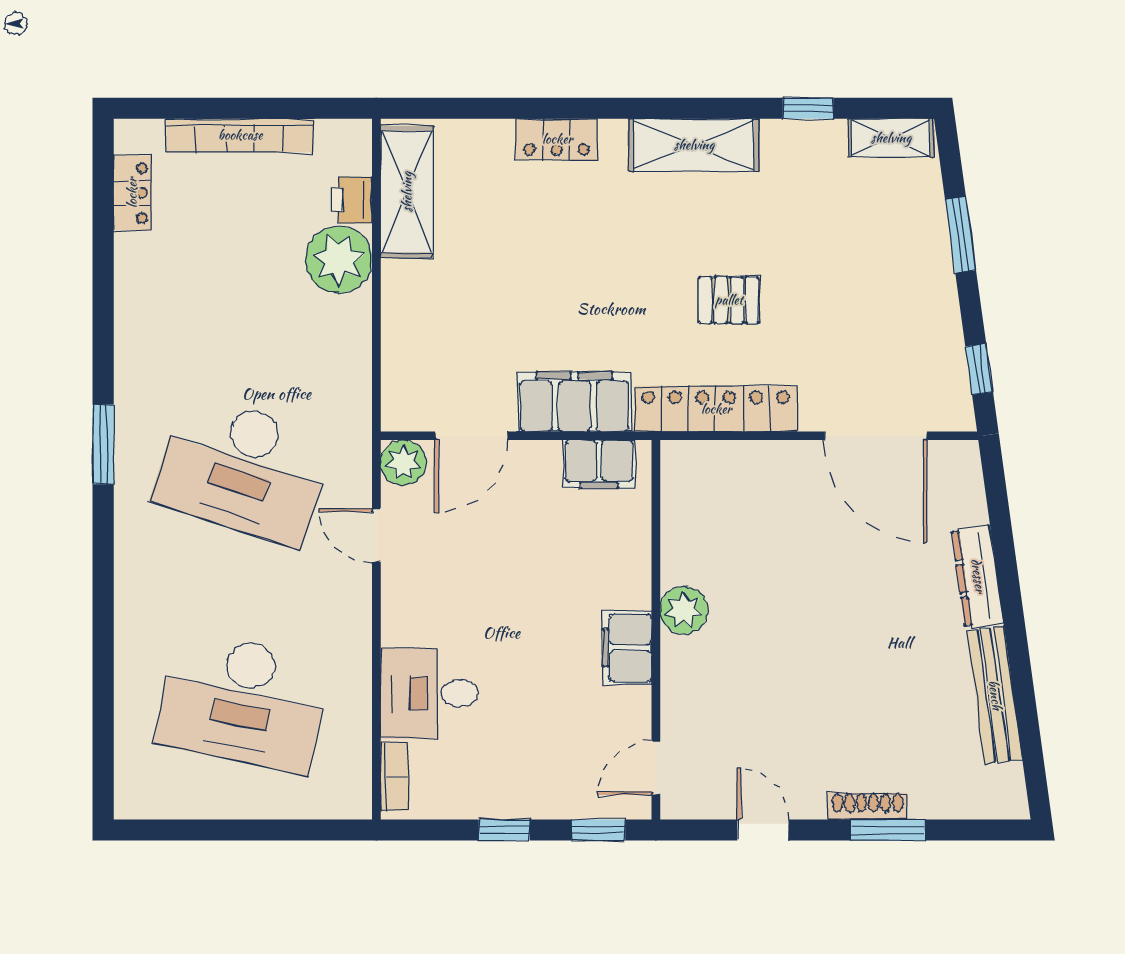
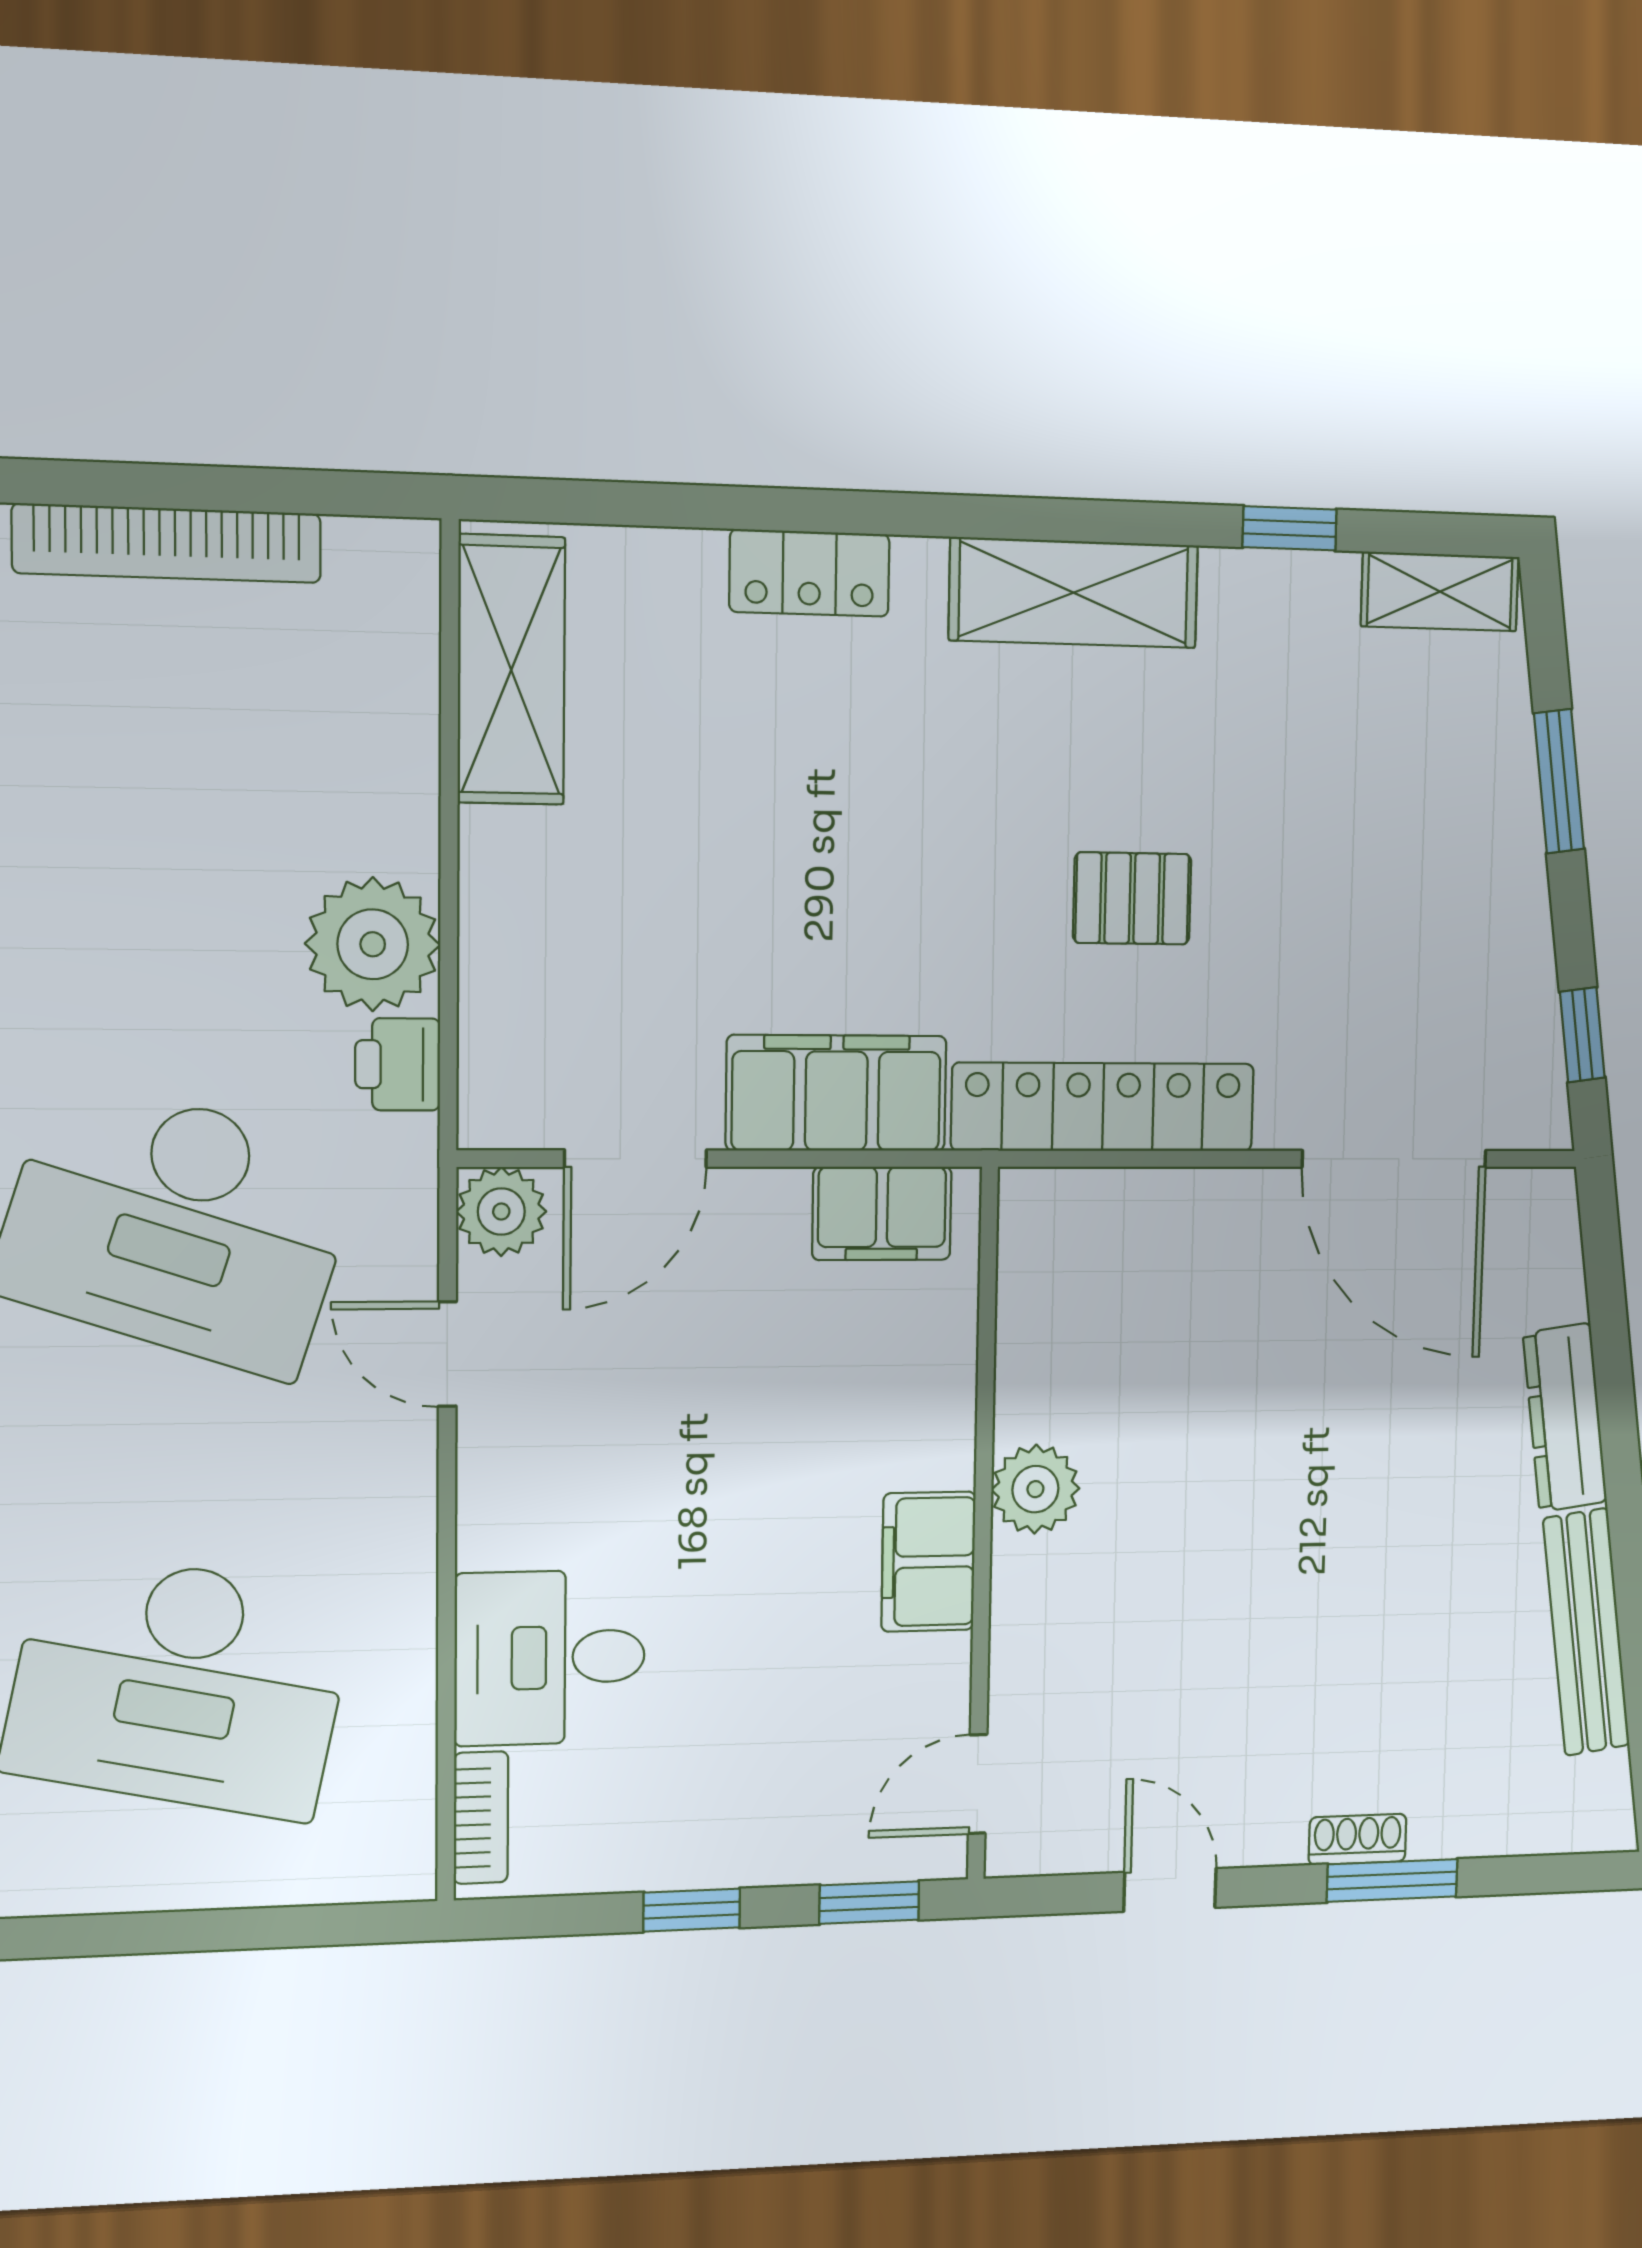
printer: (351, 200) -> (398, 1064), moved
plant: (339, 260) -> (373, 944), moved
shoe rack: (868, 806) -> (1358, 1839), width x0.70

